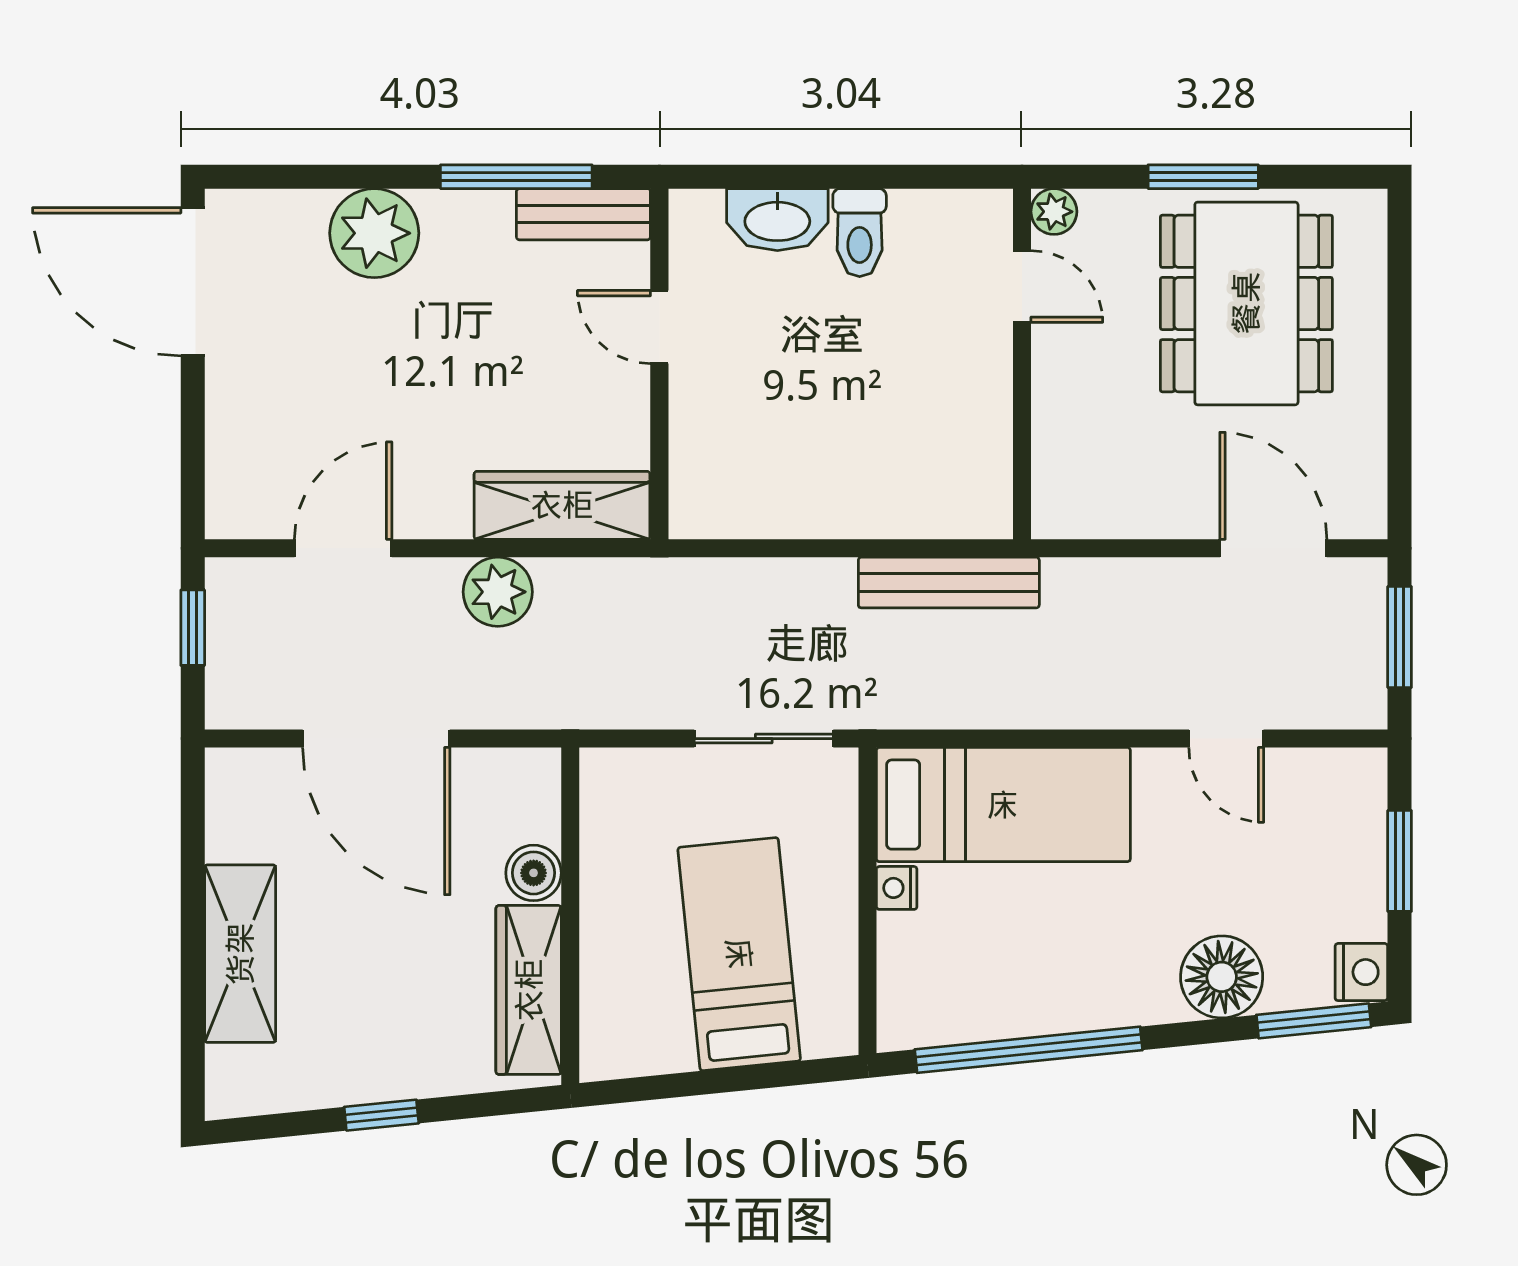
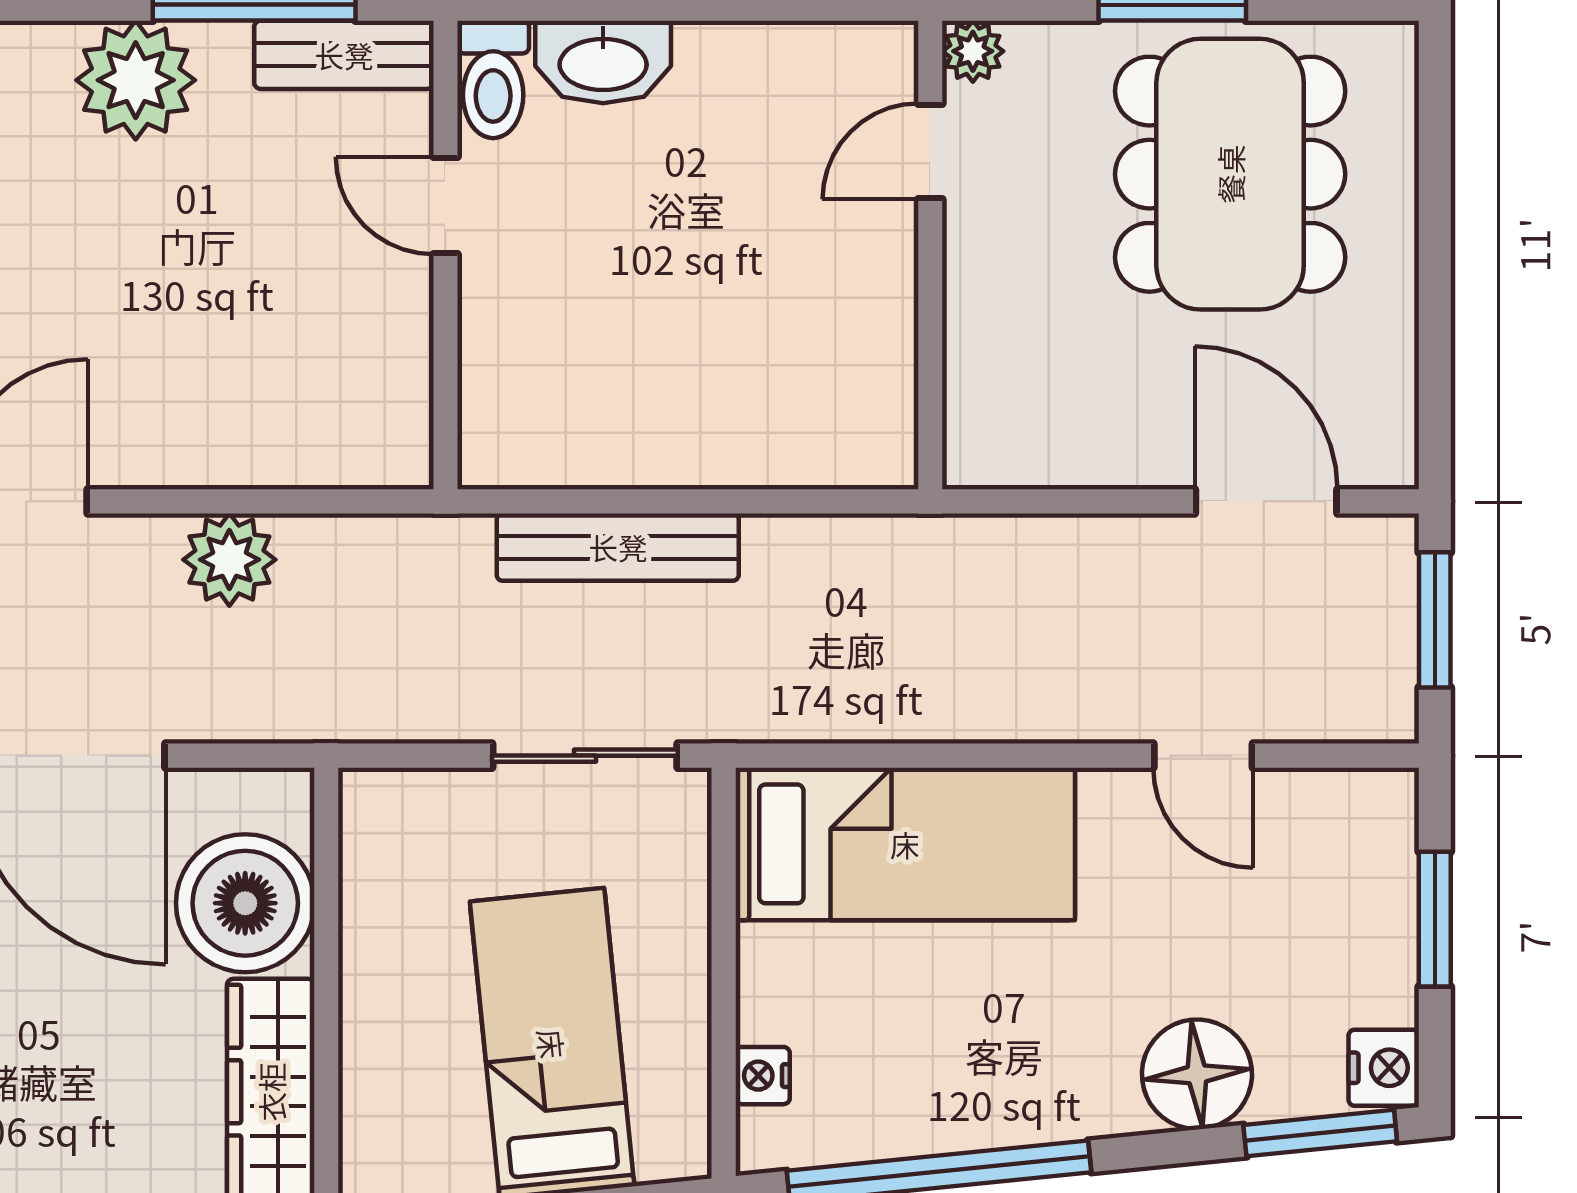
plant: (374, 233) -> (136, 80), moved
toilet: (860, 233) -> (493, 79), moved
door: (1022, 287) -> (930, 151), swing flipped
wardrobe: (562, 505) -> (315, 444), removed
bench: (949, 583) -> (618, 547), moved
boiler: (534, 873) -> (245, 903), width x1.86, depth x1.86
nightstand: (897, 888) -> (763, 1076), moved

